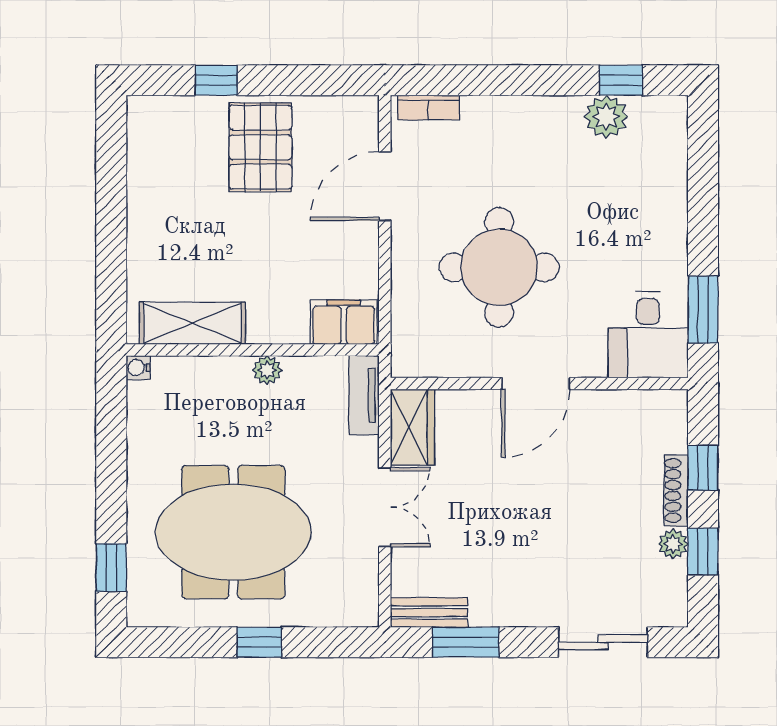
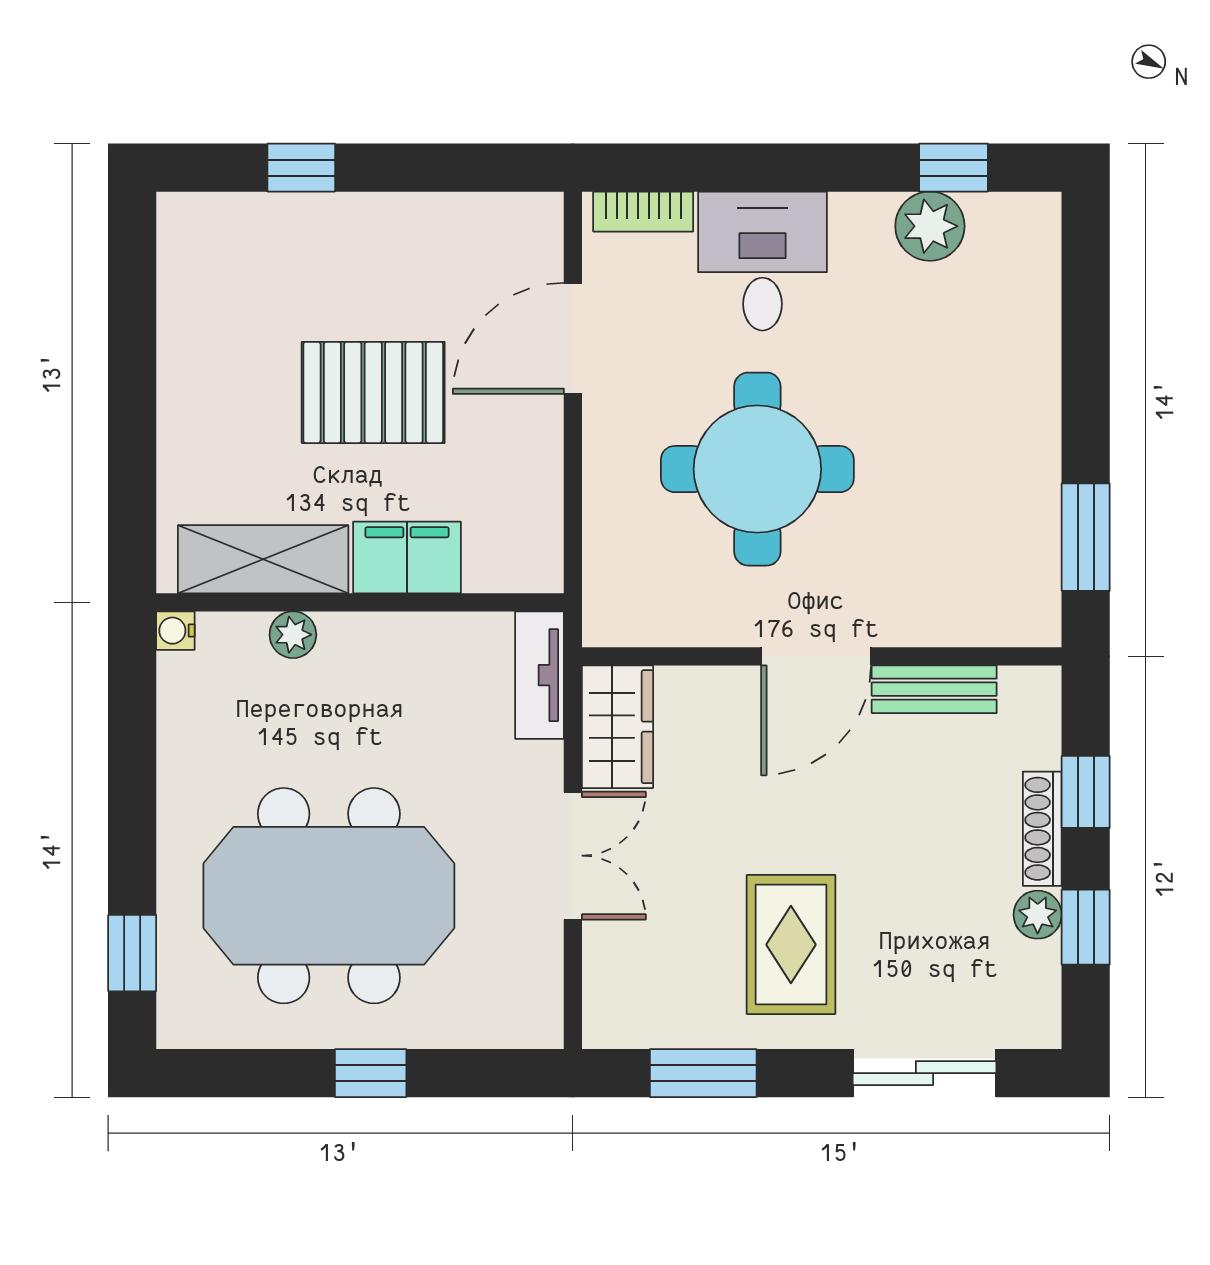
pallet: (260, 147) -> (373, 392), moved, turned 90
filing cabinet: (344, 322) -> (407, 557), moved
desk: (648, 335) -> (762, 261), moved, turned 180
plant: (267, 370) -> (293, 635), moved
rug: (520, 562) -> (791, 945), added
bench: (429, 612) -> (934, 689), moved

